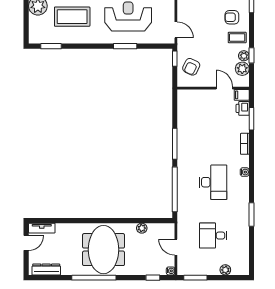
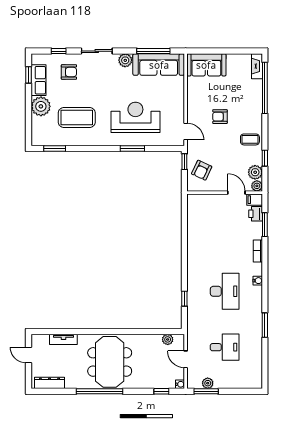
armchair: (232, 17) -> (220, 117), moved
plant: (244, 56) -> (257, 186), moved
window: (175, 144) -> (184, 251), removed
window: (175, 189) -> (184, 299), width x0.32
tv unit: (42, 228) -> (63, 339), moved
plant: (142, 228) -> (168, 339), moved
desk: (213, 236) -> (225, 347), turned 180
door: (26, 243) -> (29, 355), swing flipped
plant: (225, 270) -> (208, 383), moved

